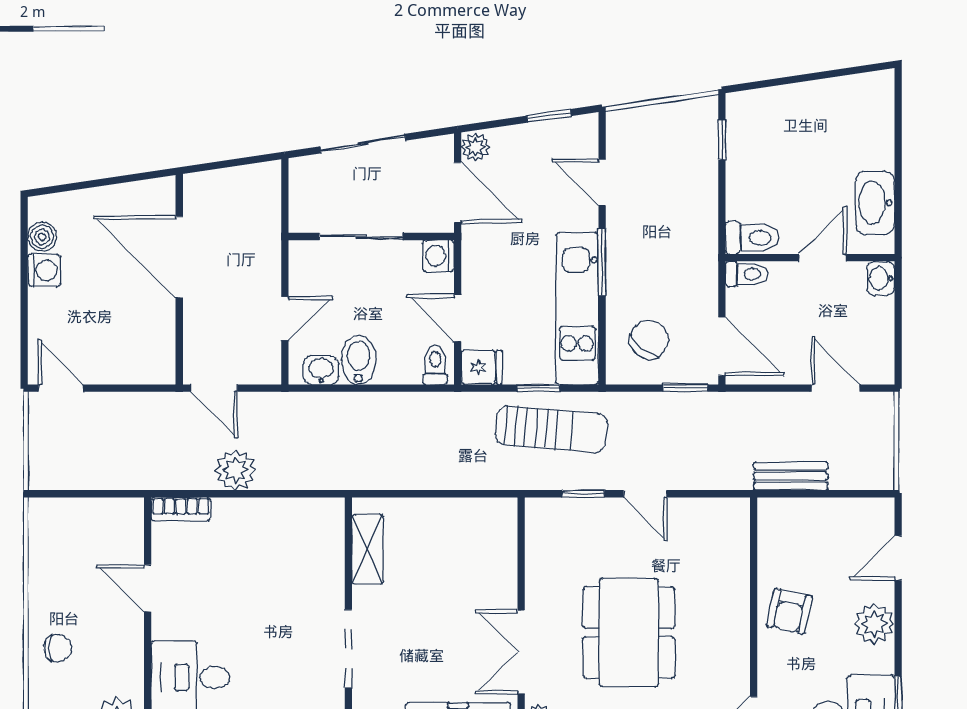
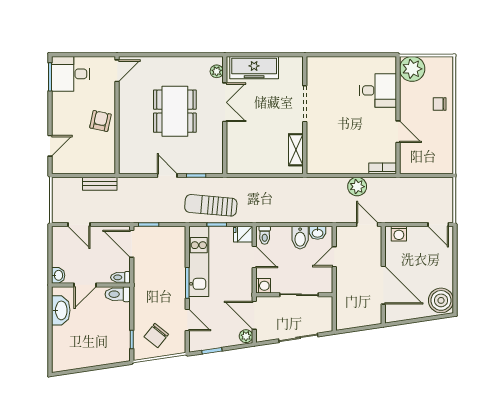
boiler: (42, 237) -> (441, 300), width x1.86, depth x1.86
washing machine: (44, 270) -> (399, 234), moved, turned -90
chair: (649, 339) -> (156, 335), moved
plant: (874, 624) -> (61, 115), removed

